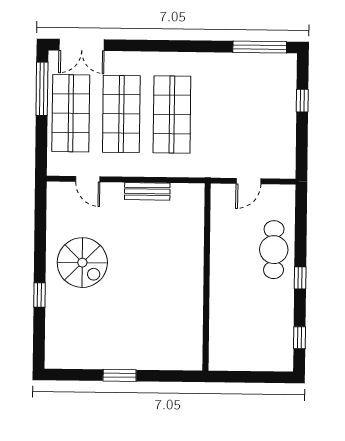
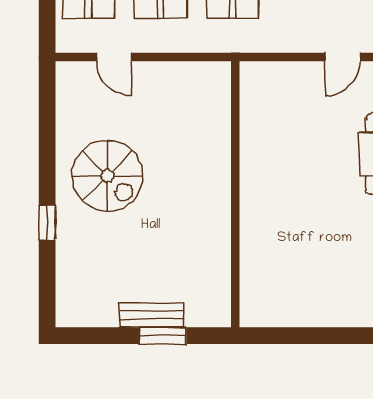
bench: (147, 191) -> (151, 315), moved
wall: (207, 277) -> (235, 194), moved

